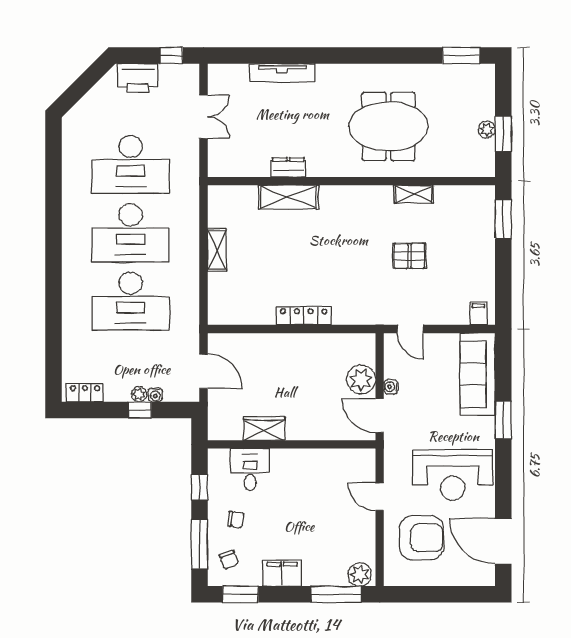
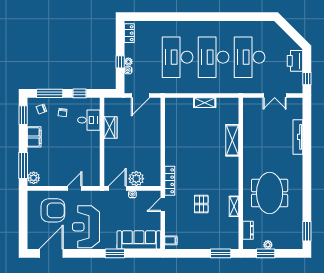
dresser: (288, 167) -> (248, 230), moved
locker: (304, 316) -> (170, 181), moved
armchair: (422, 538) -> (53, 210), turned -90

